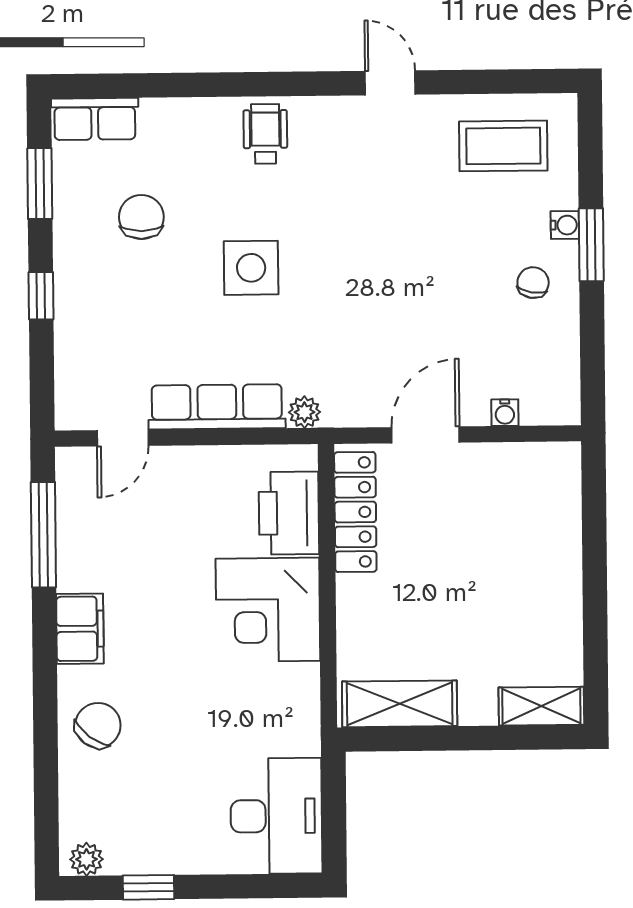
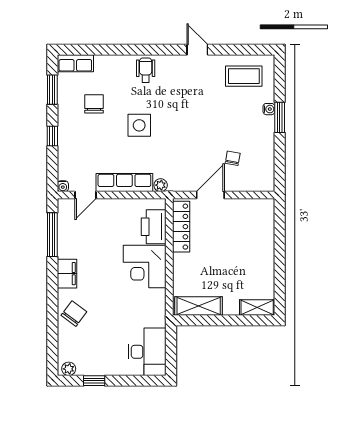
chair: (533, 283) -> (233, 158), moved
water cooler: (505, 413) -> (63, 186), moved

